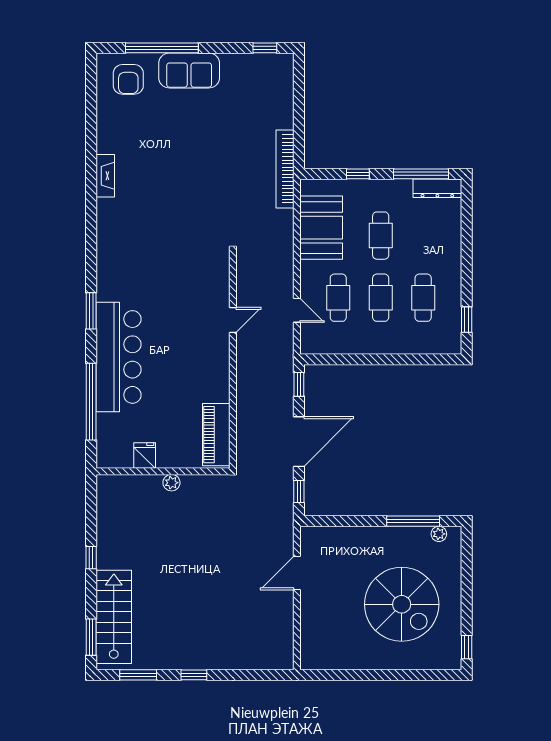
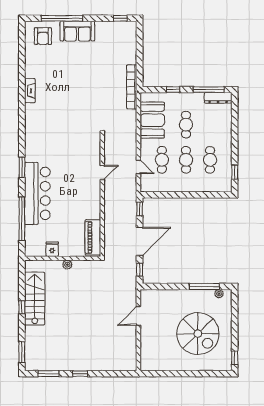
stairs: (114, 617) -> (35, 299), moved

